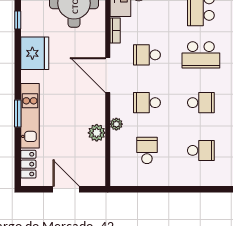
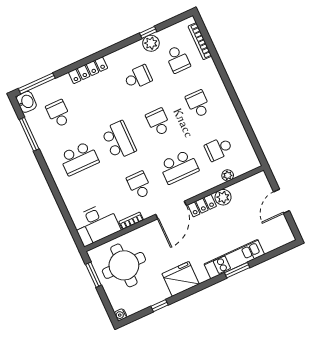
school desk: (147, 55) -> (139, 185), turned 180
school desk: (147, 103) -> (179, 167), width x1.85
plant: (116, 124) -> (228, 175), moved
locker: (28, 164) -> (202, 206), moved, turned 180

